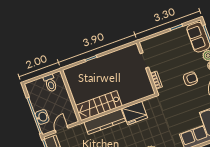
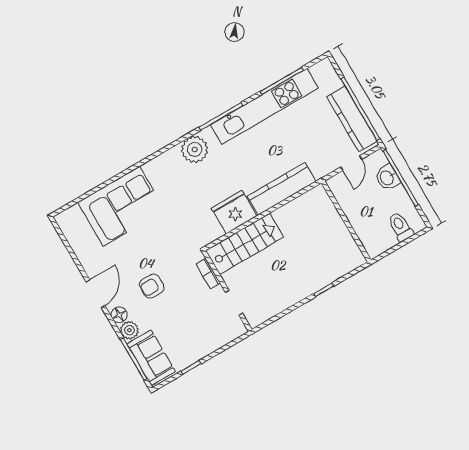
toilet: (50, 83) -> (400, 227), moved
stairs: (99, 106) -> (245, 244), moved

